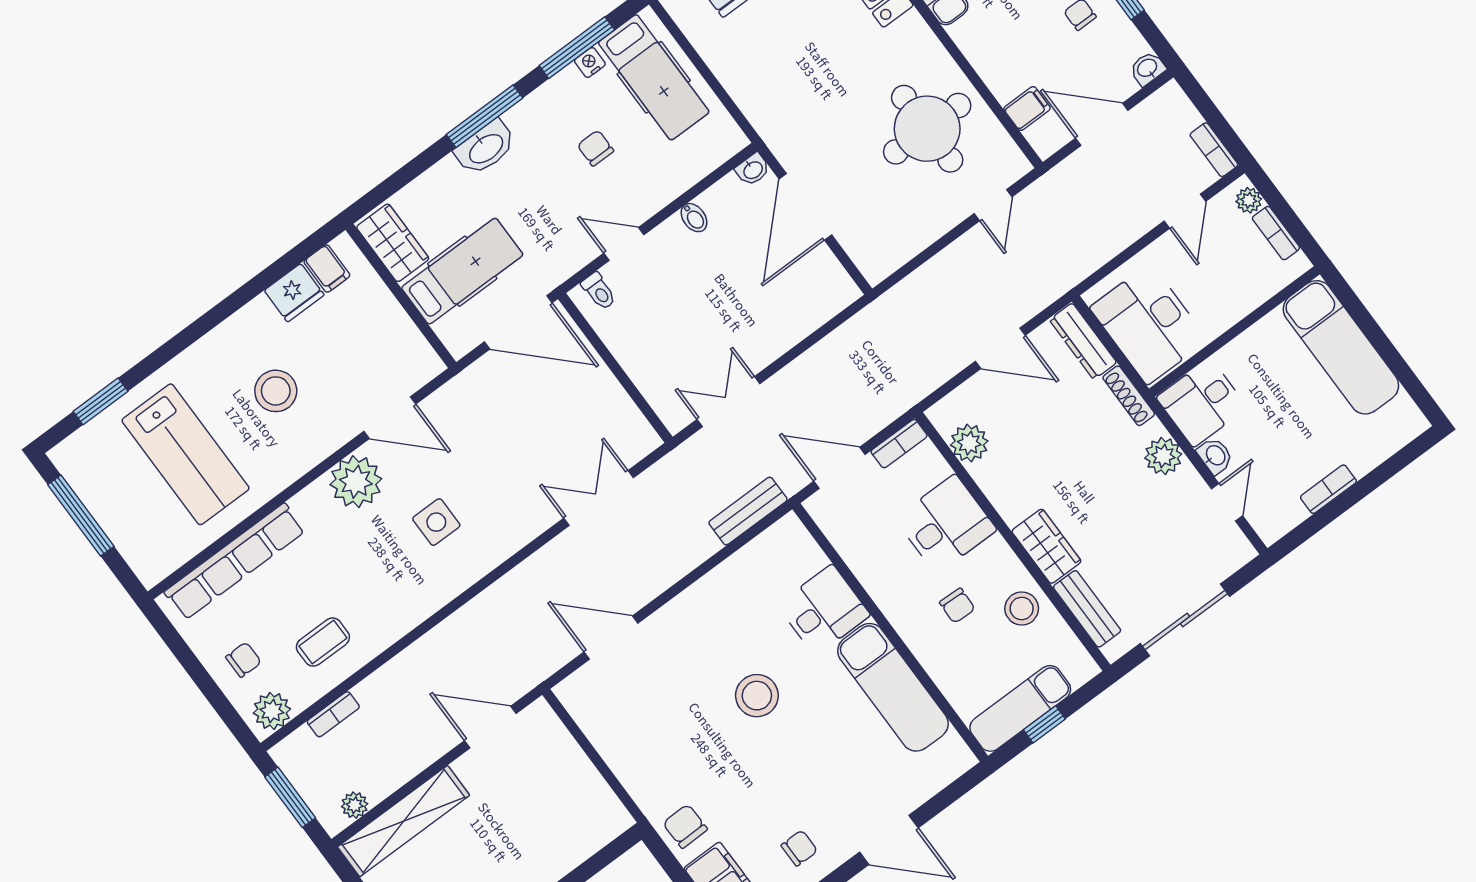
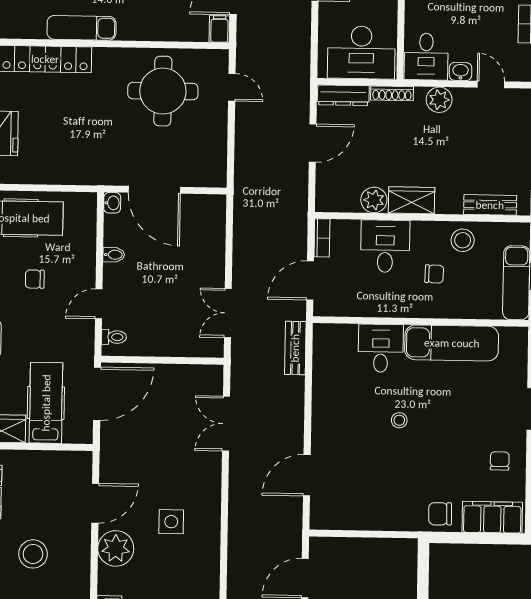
filing cabinet: (1027, 108) -> (219, 29), moved
plant: (969, 443) -> (374, 200), moved
wardrobe: (1046, 546) -> (412, 200), moved
stool: (757, 696) -> (399, 420), width x0.53, depth x0.53

